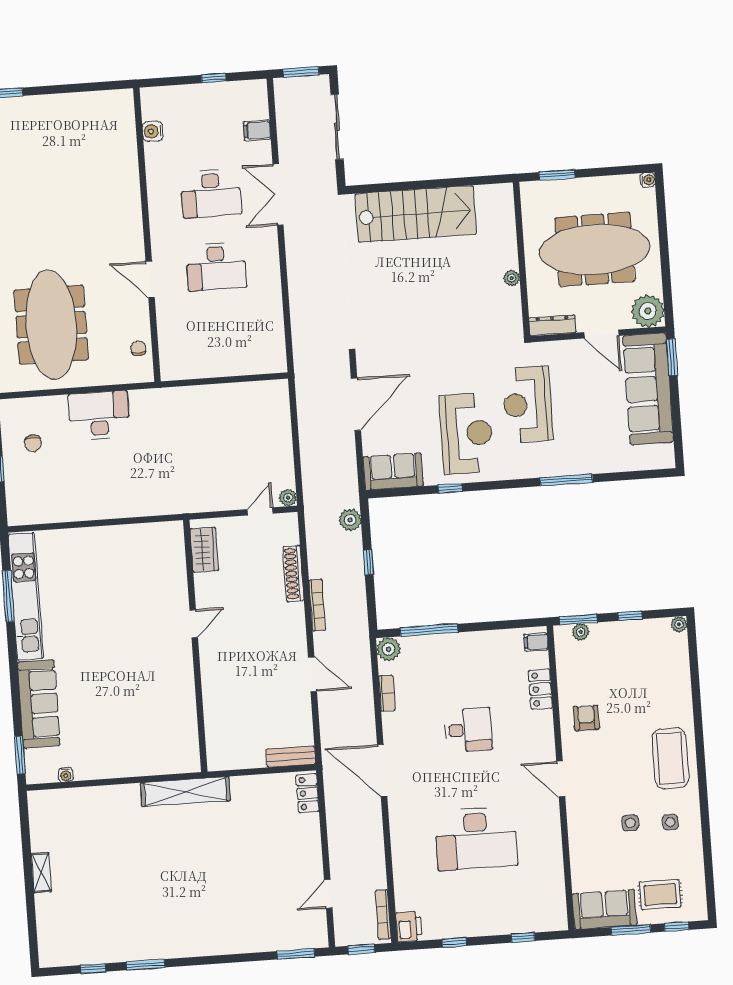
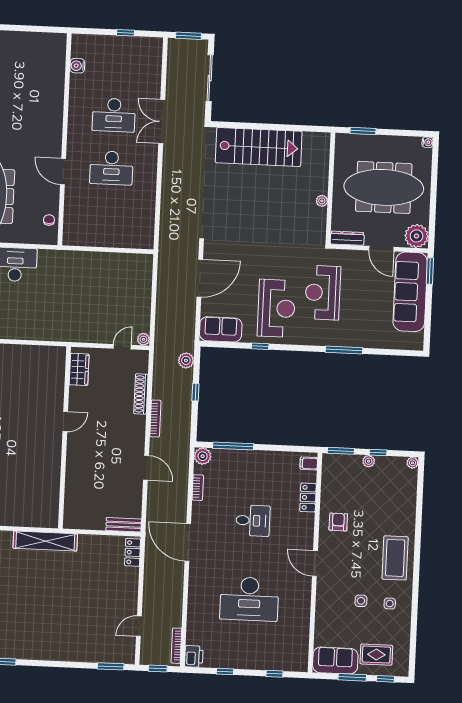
filing cabinet: (257, 130) -> (152, 74), removed
plant: (581, 632) -> (369, 461), moved

